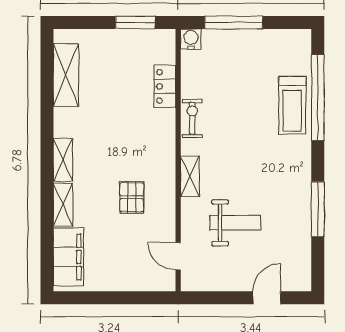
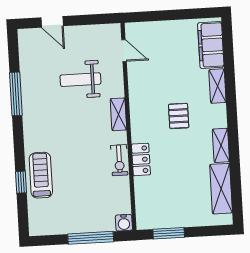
locker: (165, 86) -> (141, 159), moved
window: (318, 98) -> (21, 182), width x0.32
shelving: (63, 160) -> (221, 145), moved
pallet: (132, 197) -> (179, 116), moved
door: (267, 298) -> (52, 22), hinge flipped

